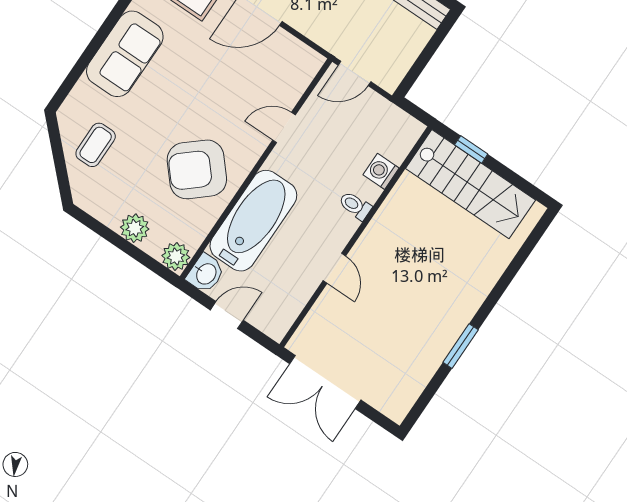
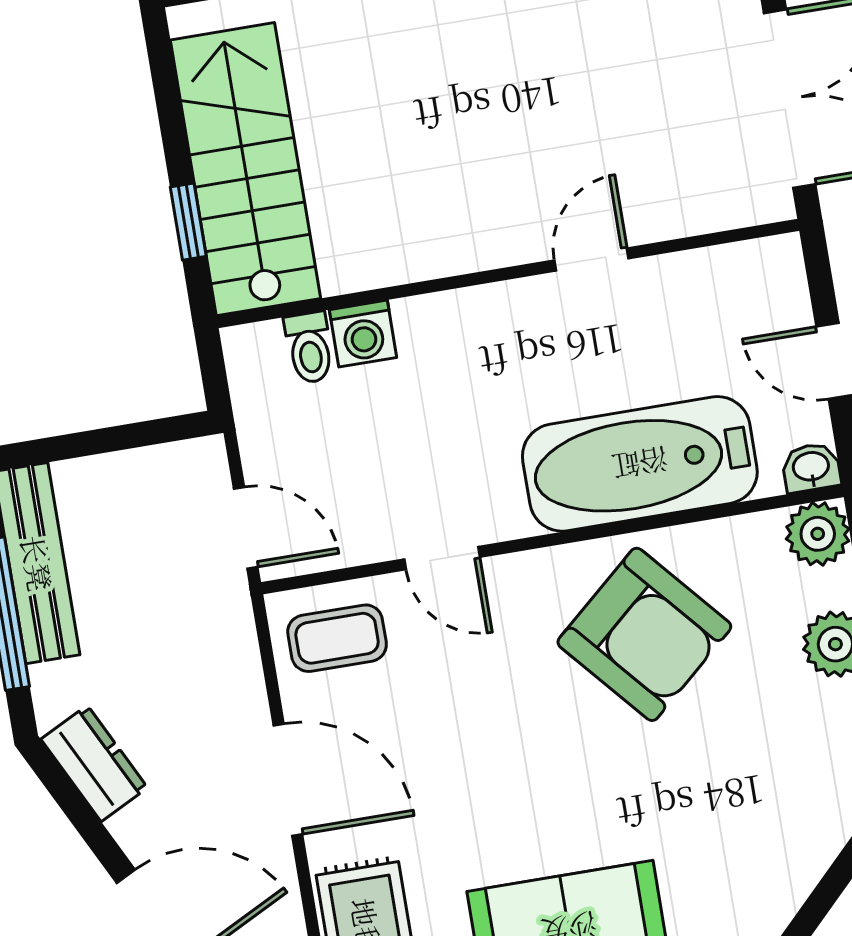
coffee table: (96, 145) -> (337, 638), moved
toilet: (355, 206) -> (309, 348), moved
washbasin: (206, 273) -> (811, 468), width x0.72, depth x0.69

